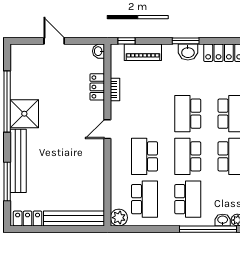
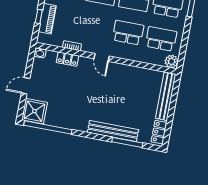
window: (127, 41) -> (39, 17), moved
window: (7, 102) -> (48, 127), moved
shower: (24, 114) -> (34, 111), moved
school desk: (144, 156) -> (128, 33), turned 180

